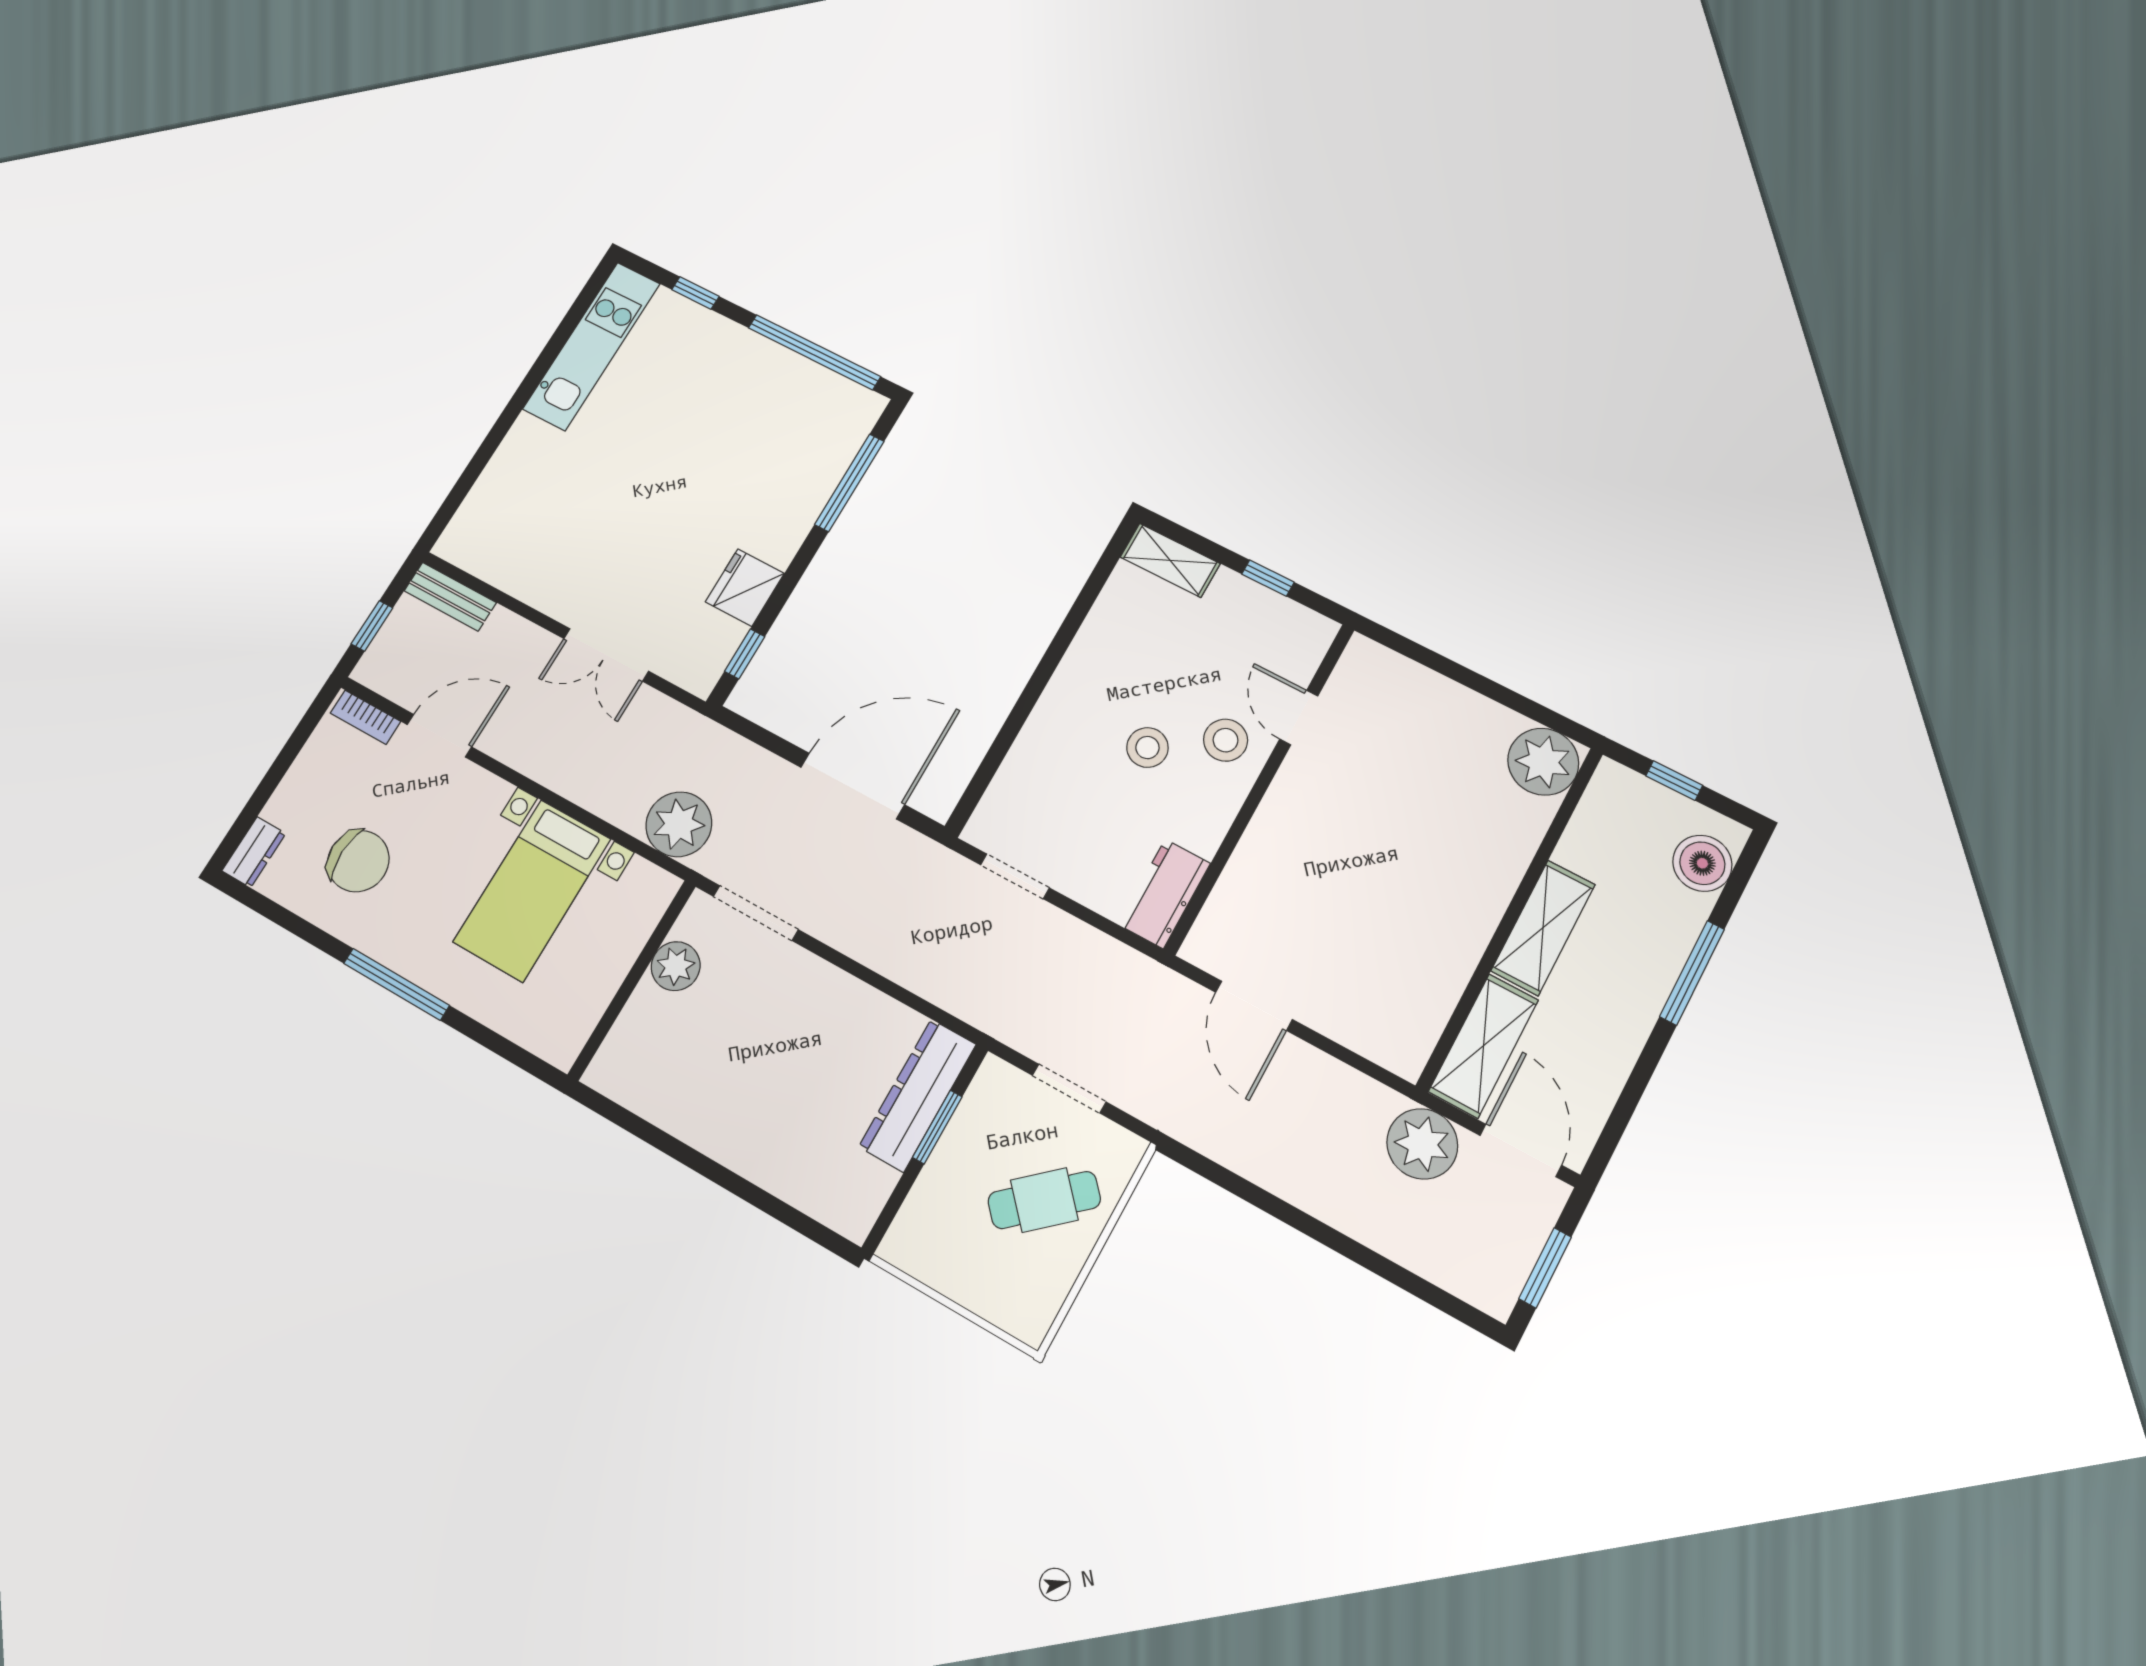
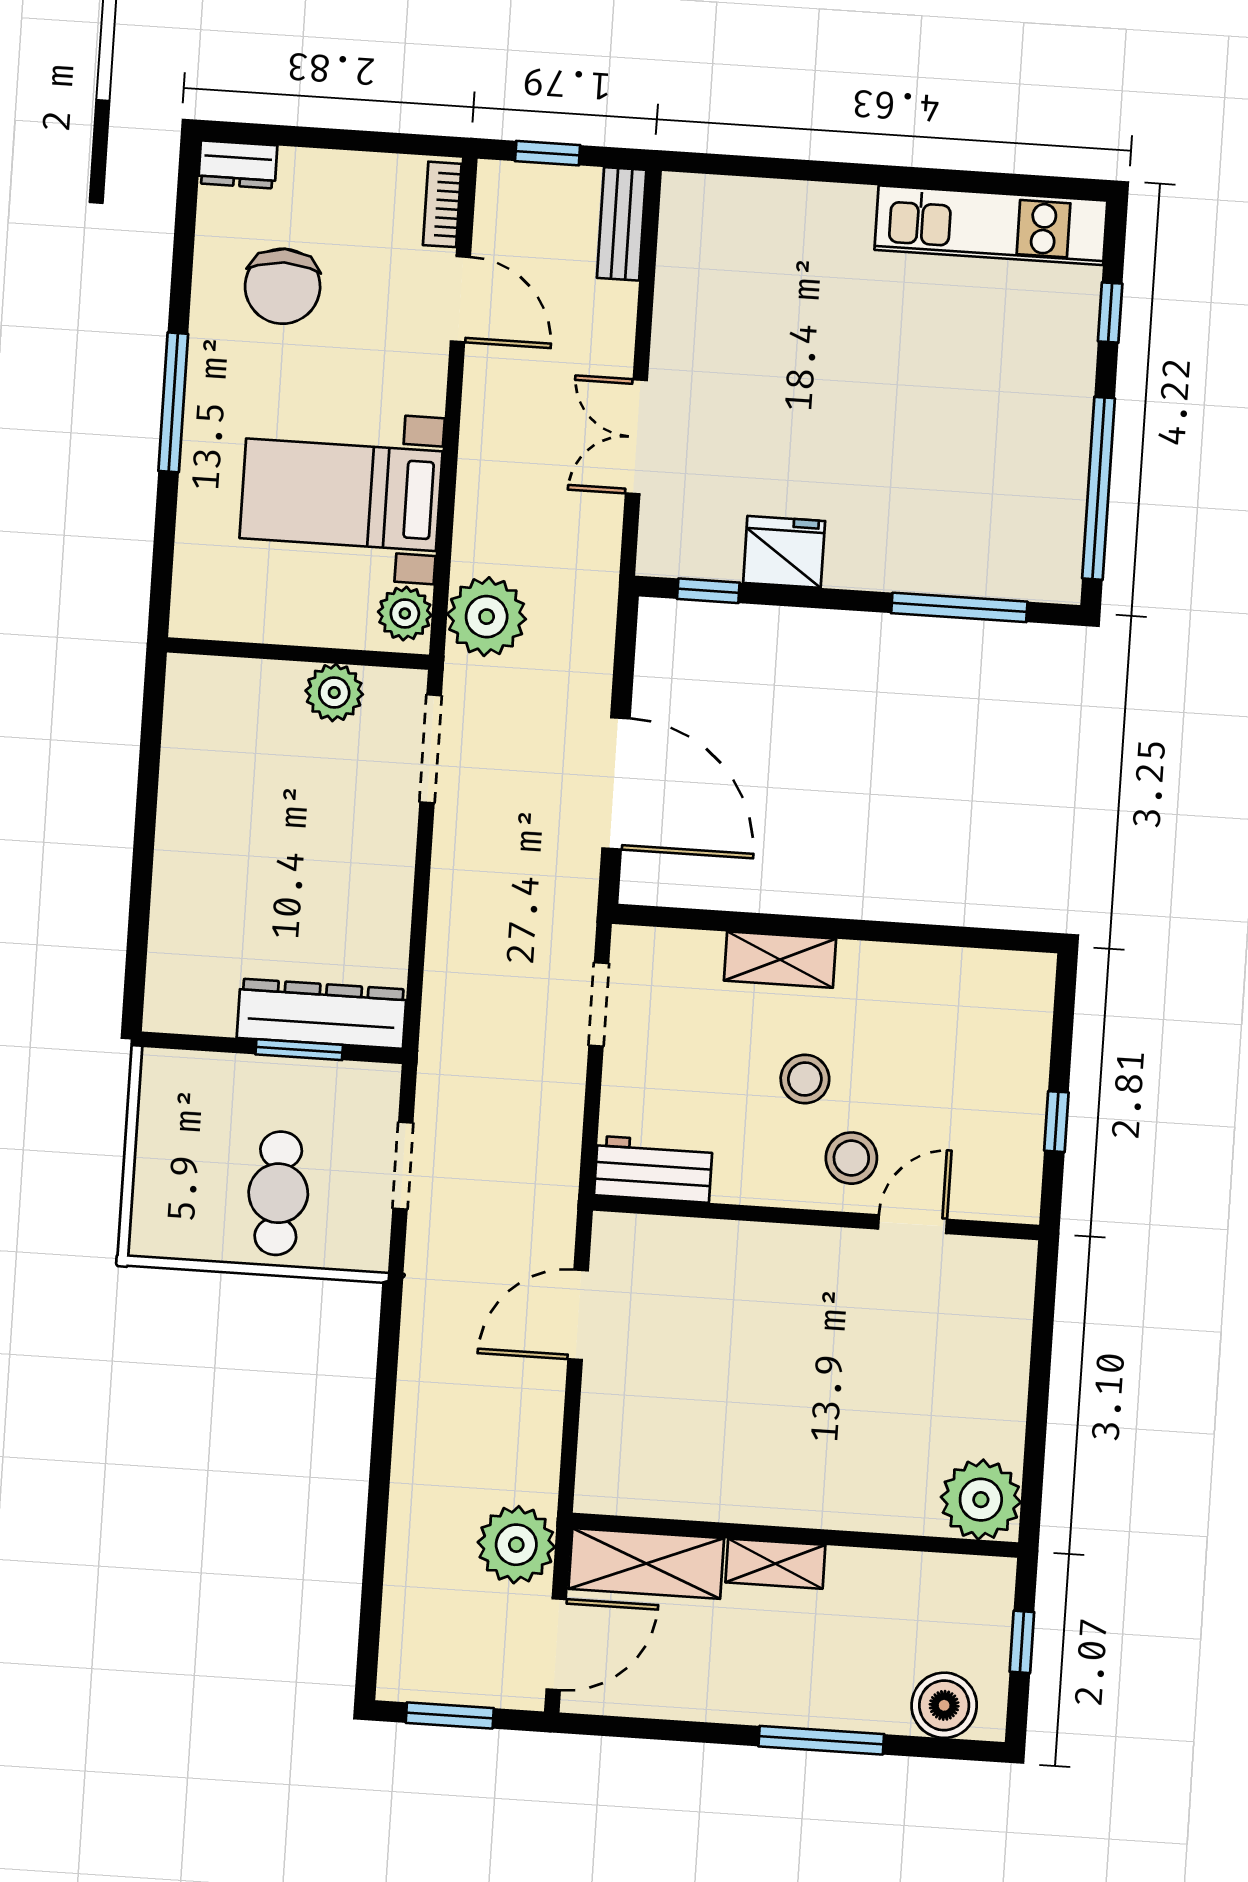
shelving: (1170, 560) -> (780, 960), moved, turned 90
plant: (645, 884) -> (405, 613), added
shelving: (1543, 928) -> (775, 1564), width x0.67, depth x0.75
cafe table: (1044, 1200) -> (278, 1193), turned 42

